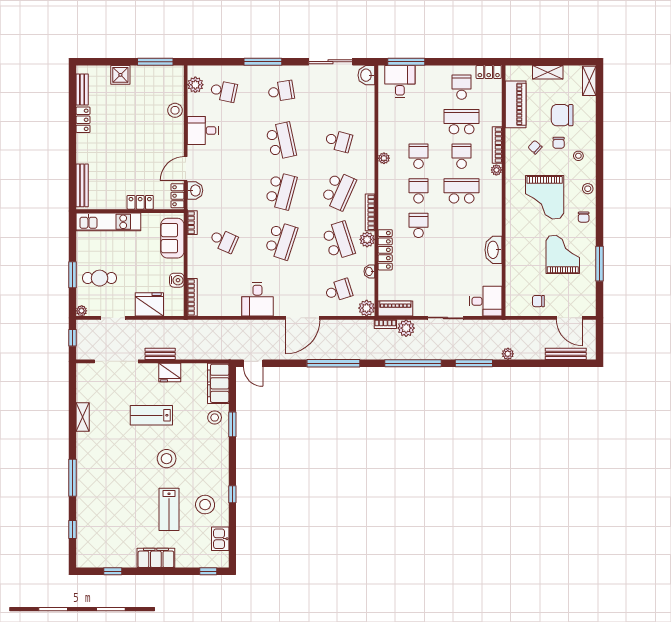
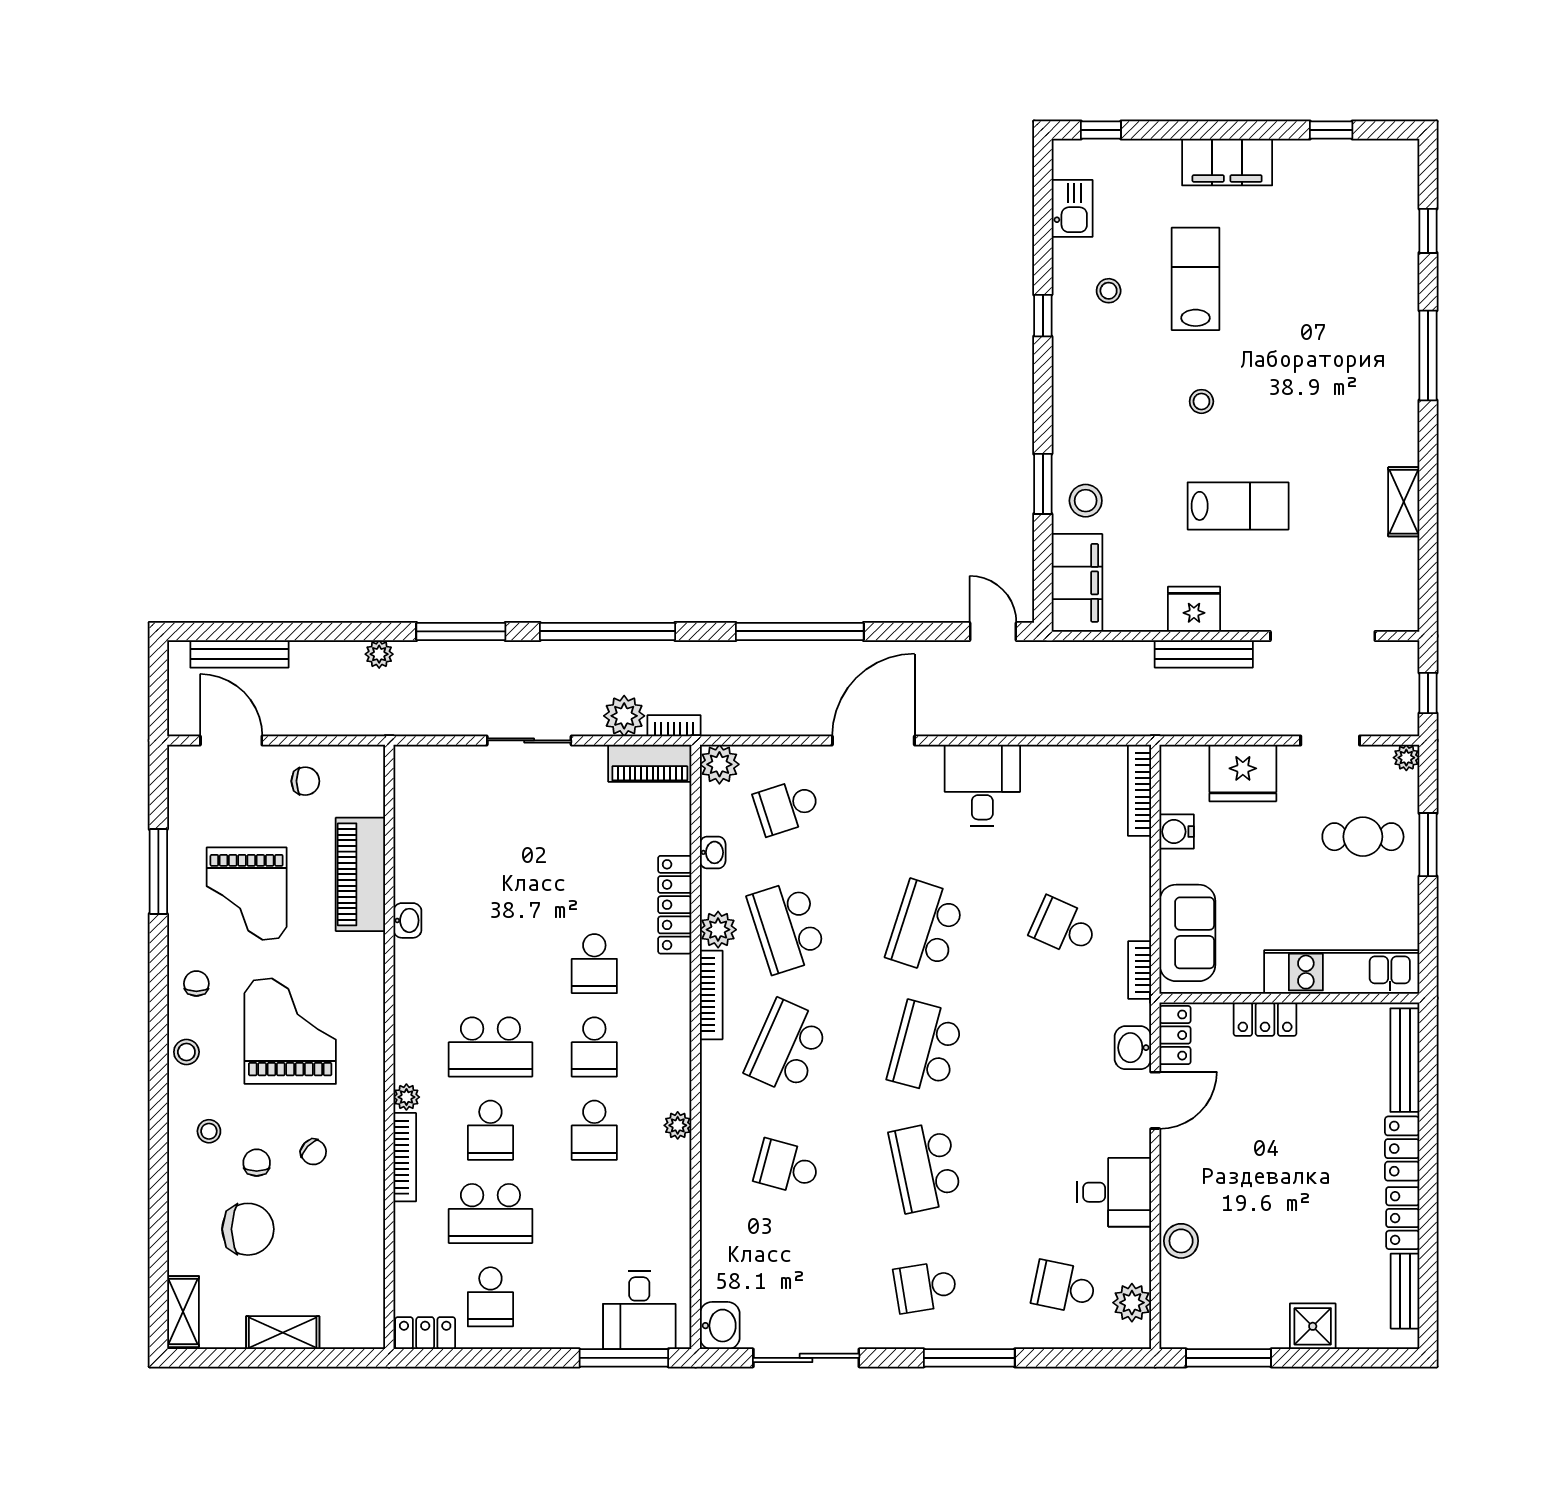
piano: (516, 104) -> (360, 874), moved
locker: (83, 149) -> (1402, 1149), added
washbasin: (493, 250) -> (407, 920), width x0.52, depth x0.69
desk: (486, 301) -> (432, 781), removed
bench: (160, 354) -> (1204, 654), width x1.36
stool: (167, 459) -> (1201, 401), width x0.53, depth x0.53
stool: (205, 505) -> (1109, 291), width x0.53, depth x0.53

